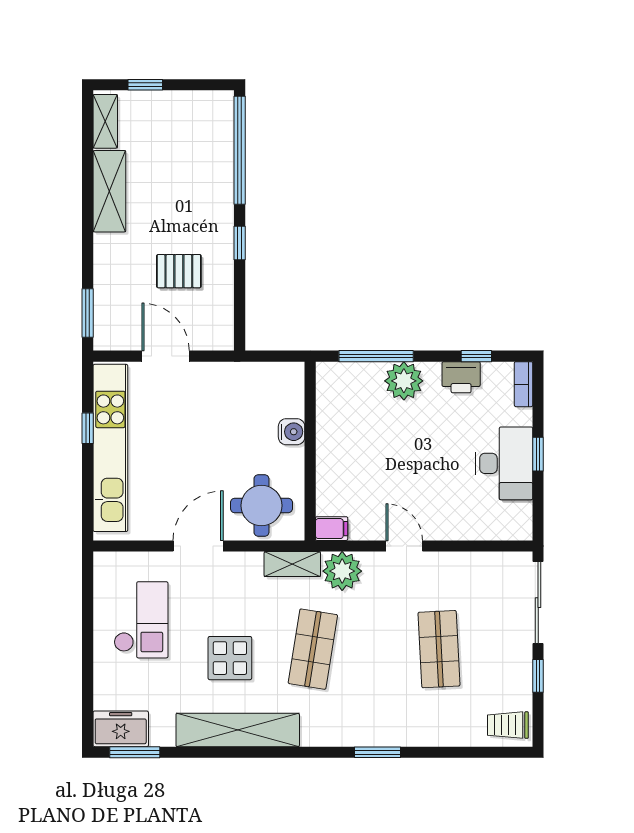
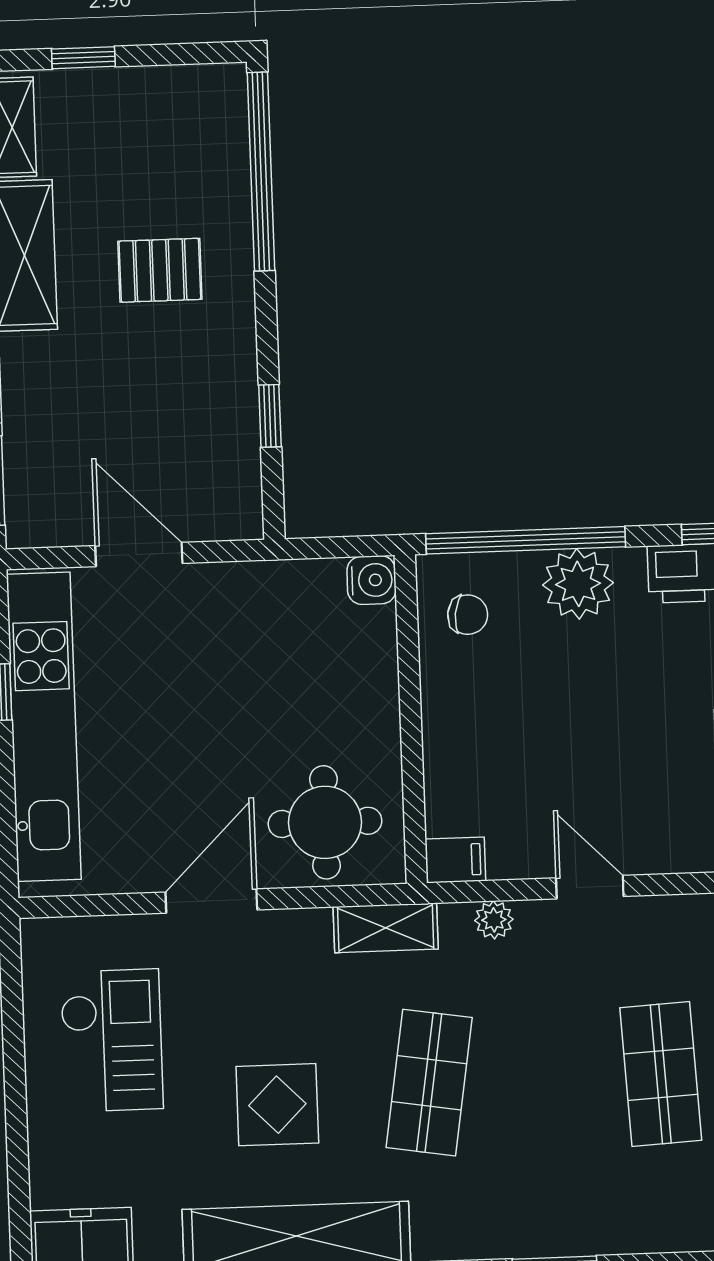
window: (240, 243) -> (270, 416), moved
pallet: (179, 271) -> (160, 270), moved
window: (376, 356) -> (526, 540), width x1.46
chair: (343, 395) -> (468, 615), added
water cooler: (292, 432) -> (371, 580), moved
plant: (342, 571) -> (494, 920), width x0.53, depth x0.53

